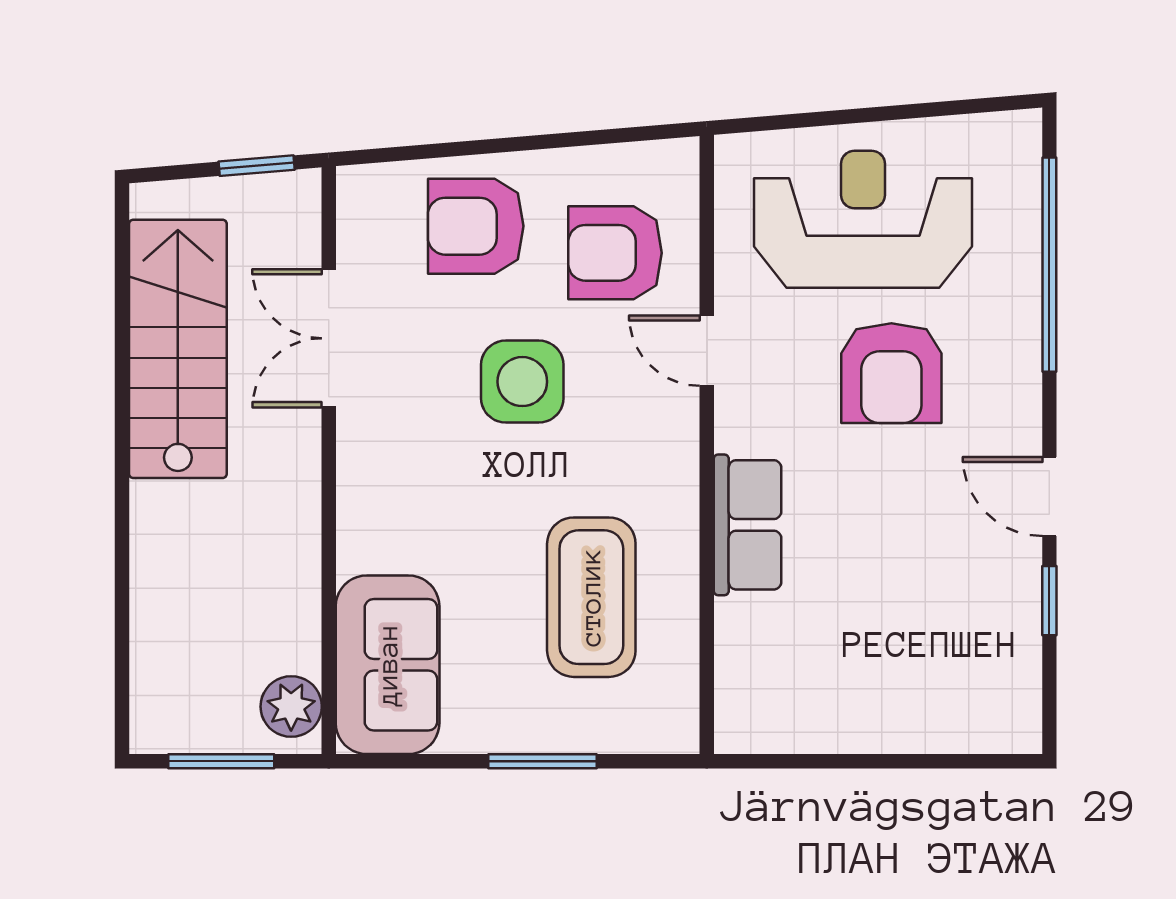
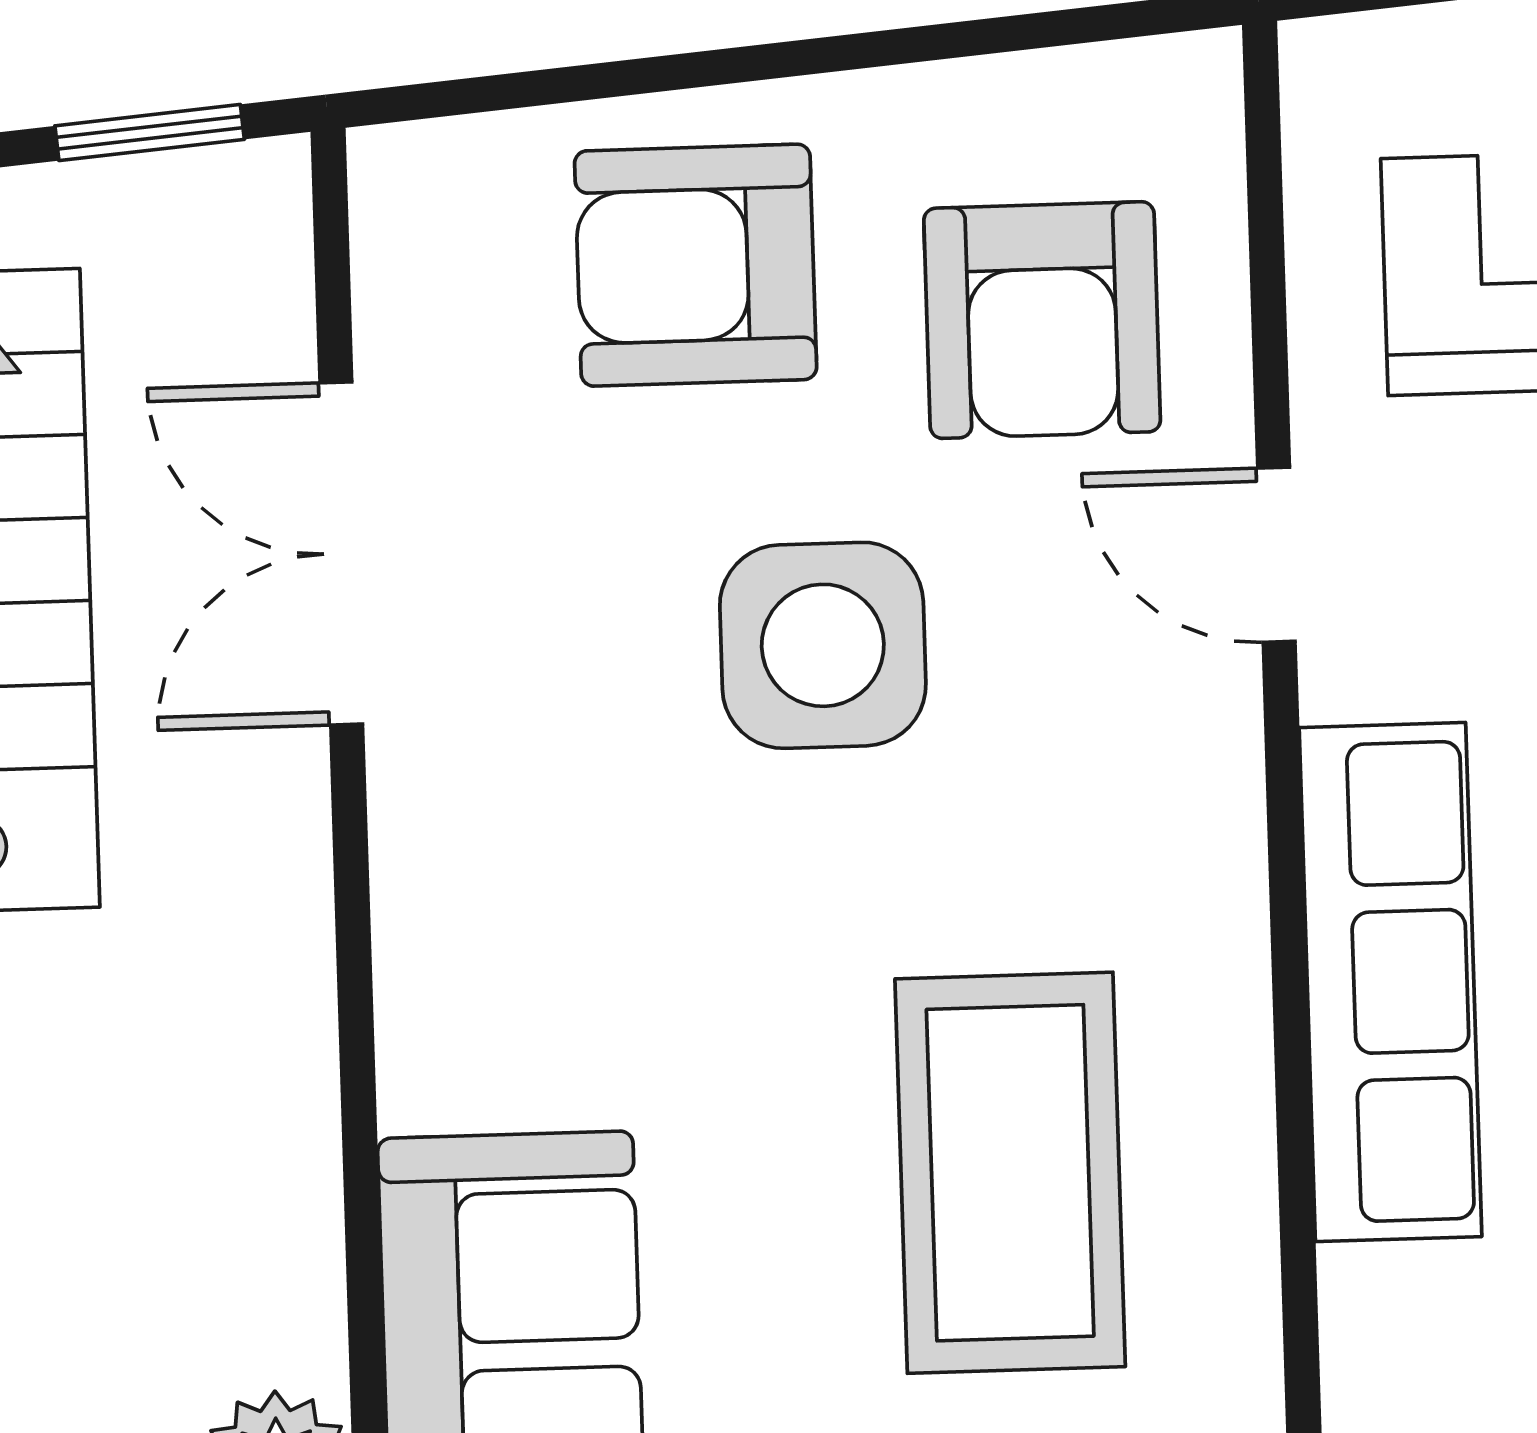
armchair: (615, 253) -> (1042, 320), turned -90
row of seats: (748, 525) -> (1391, 982), width x1.48

